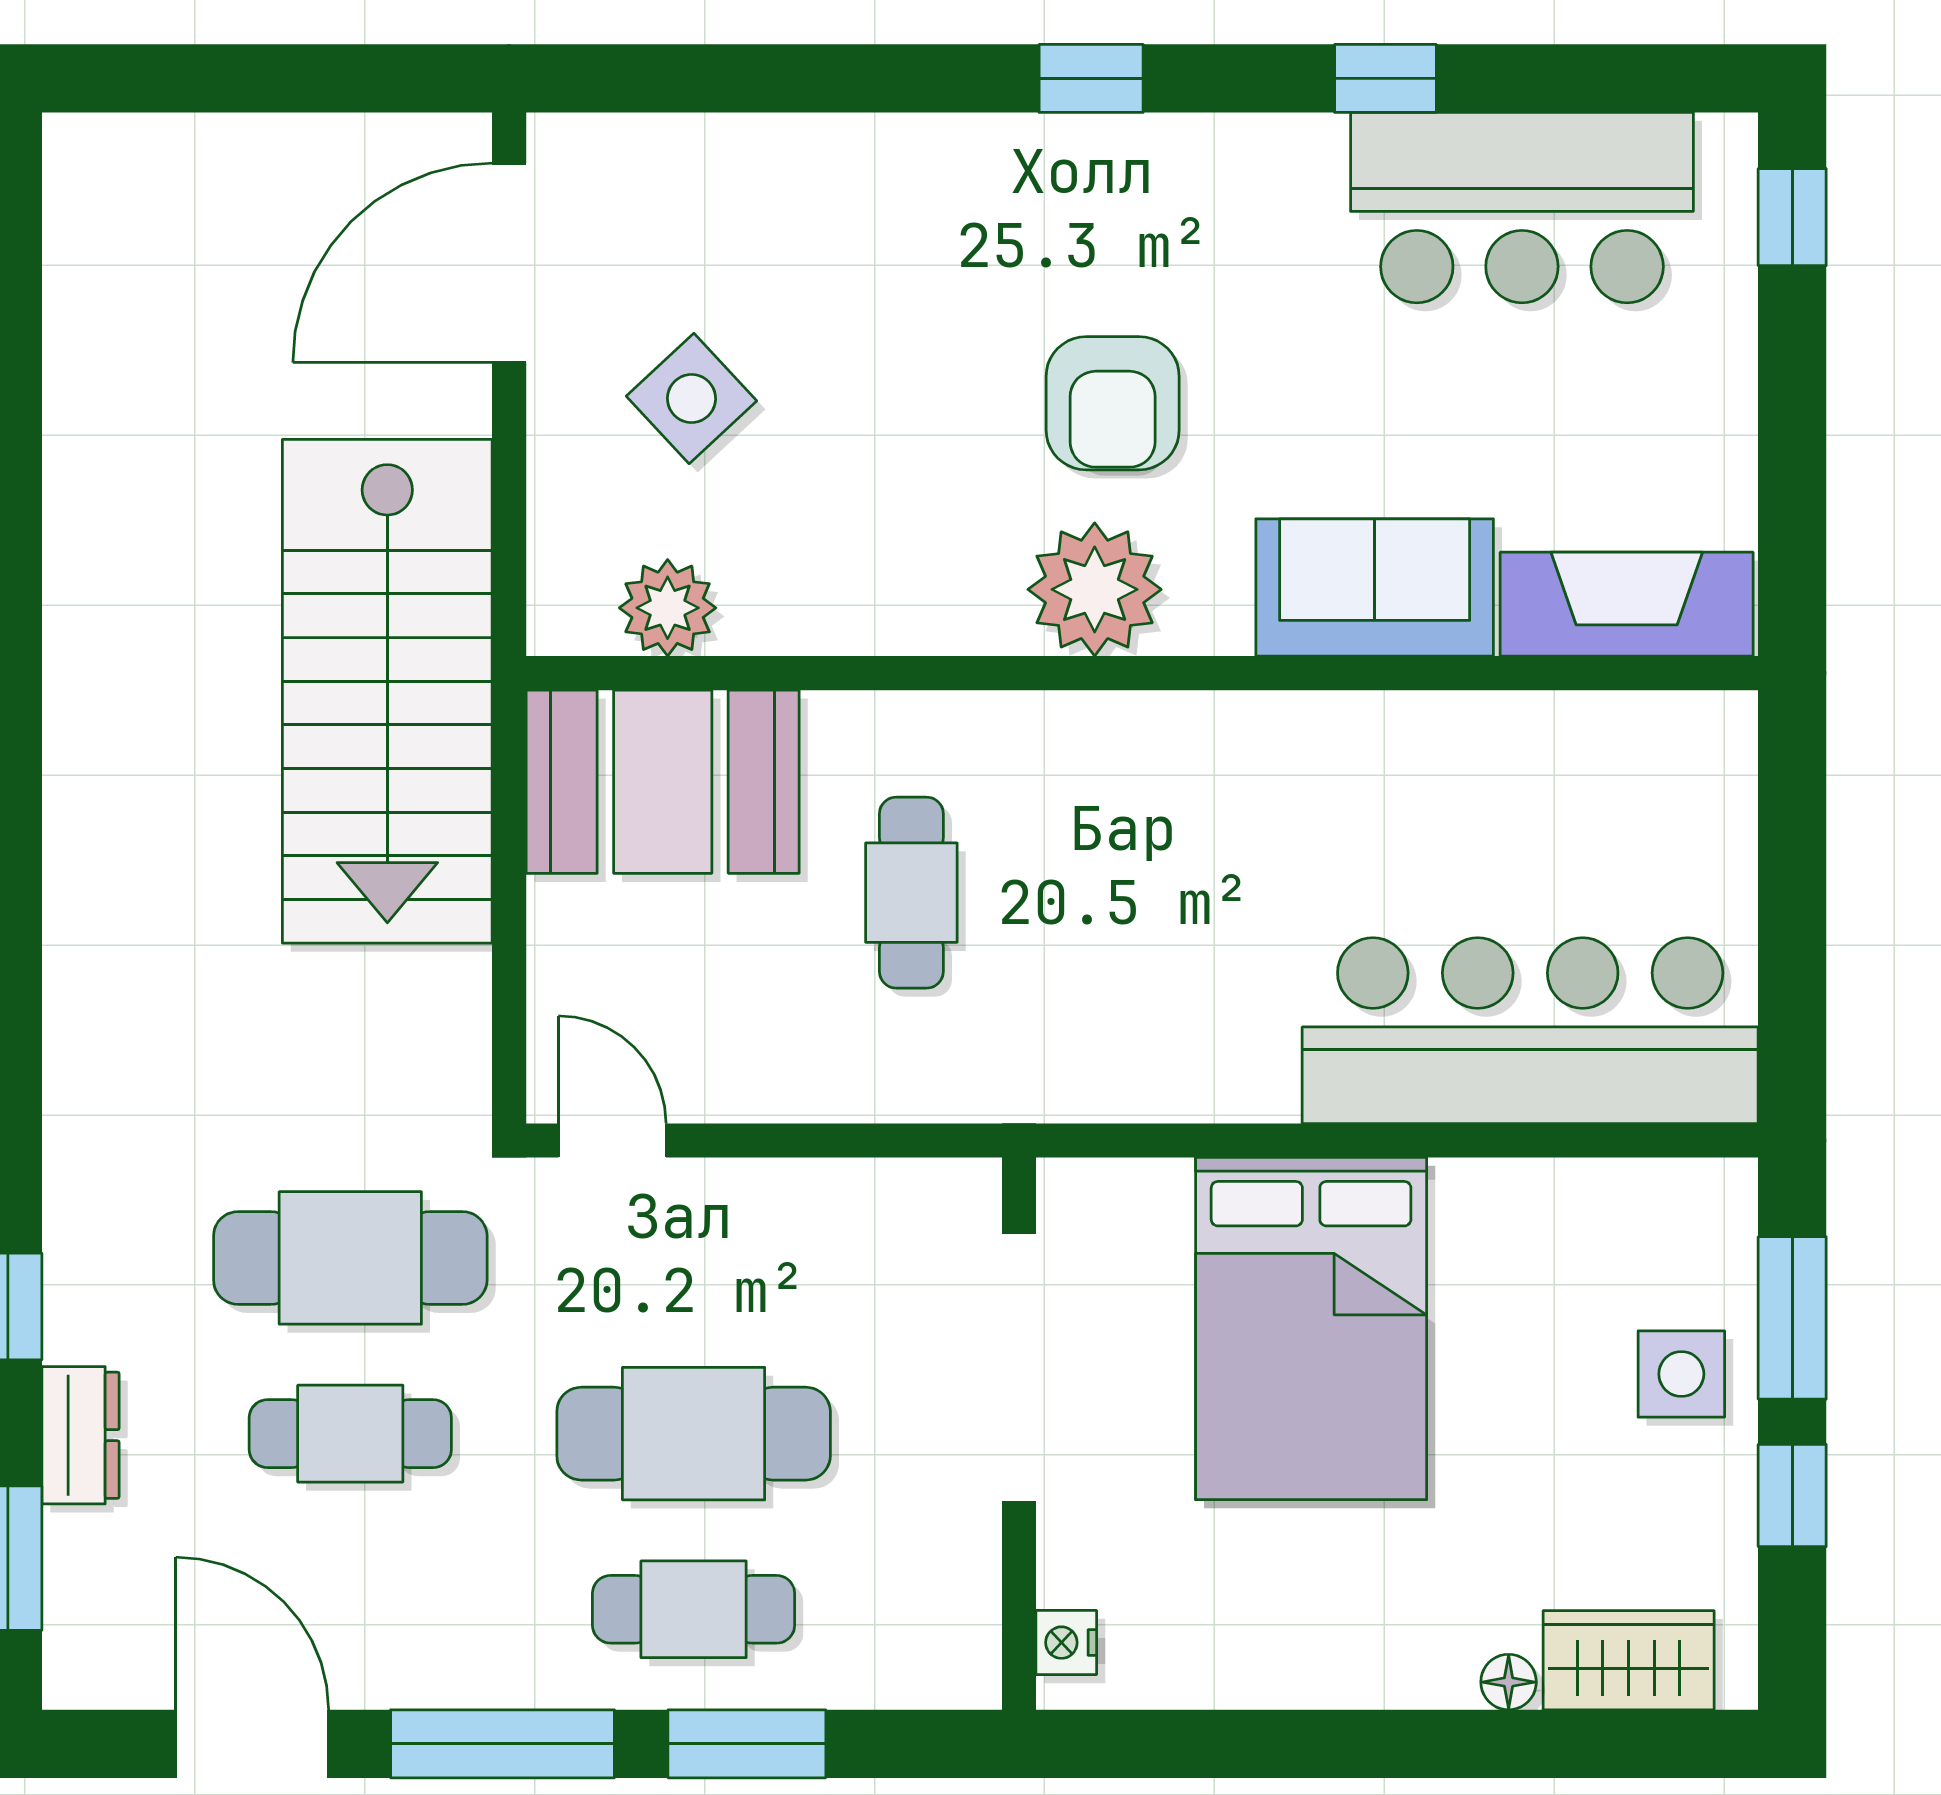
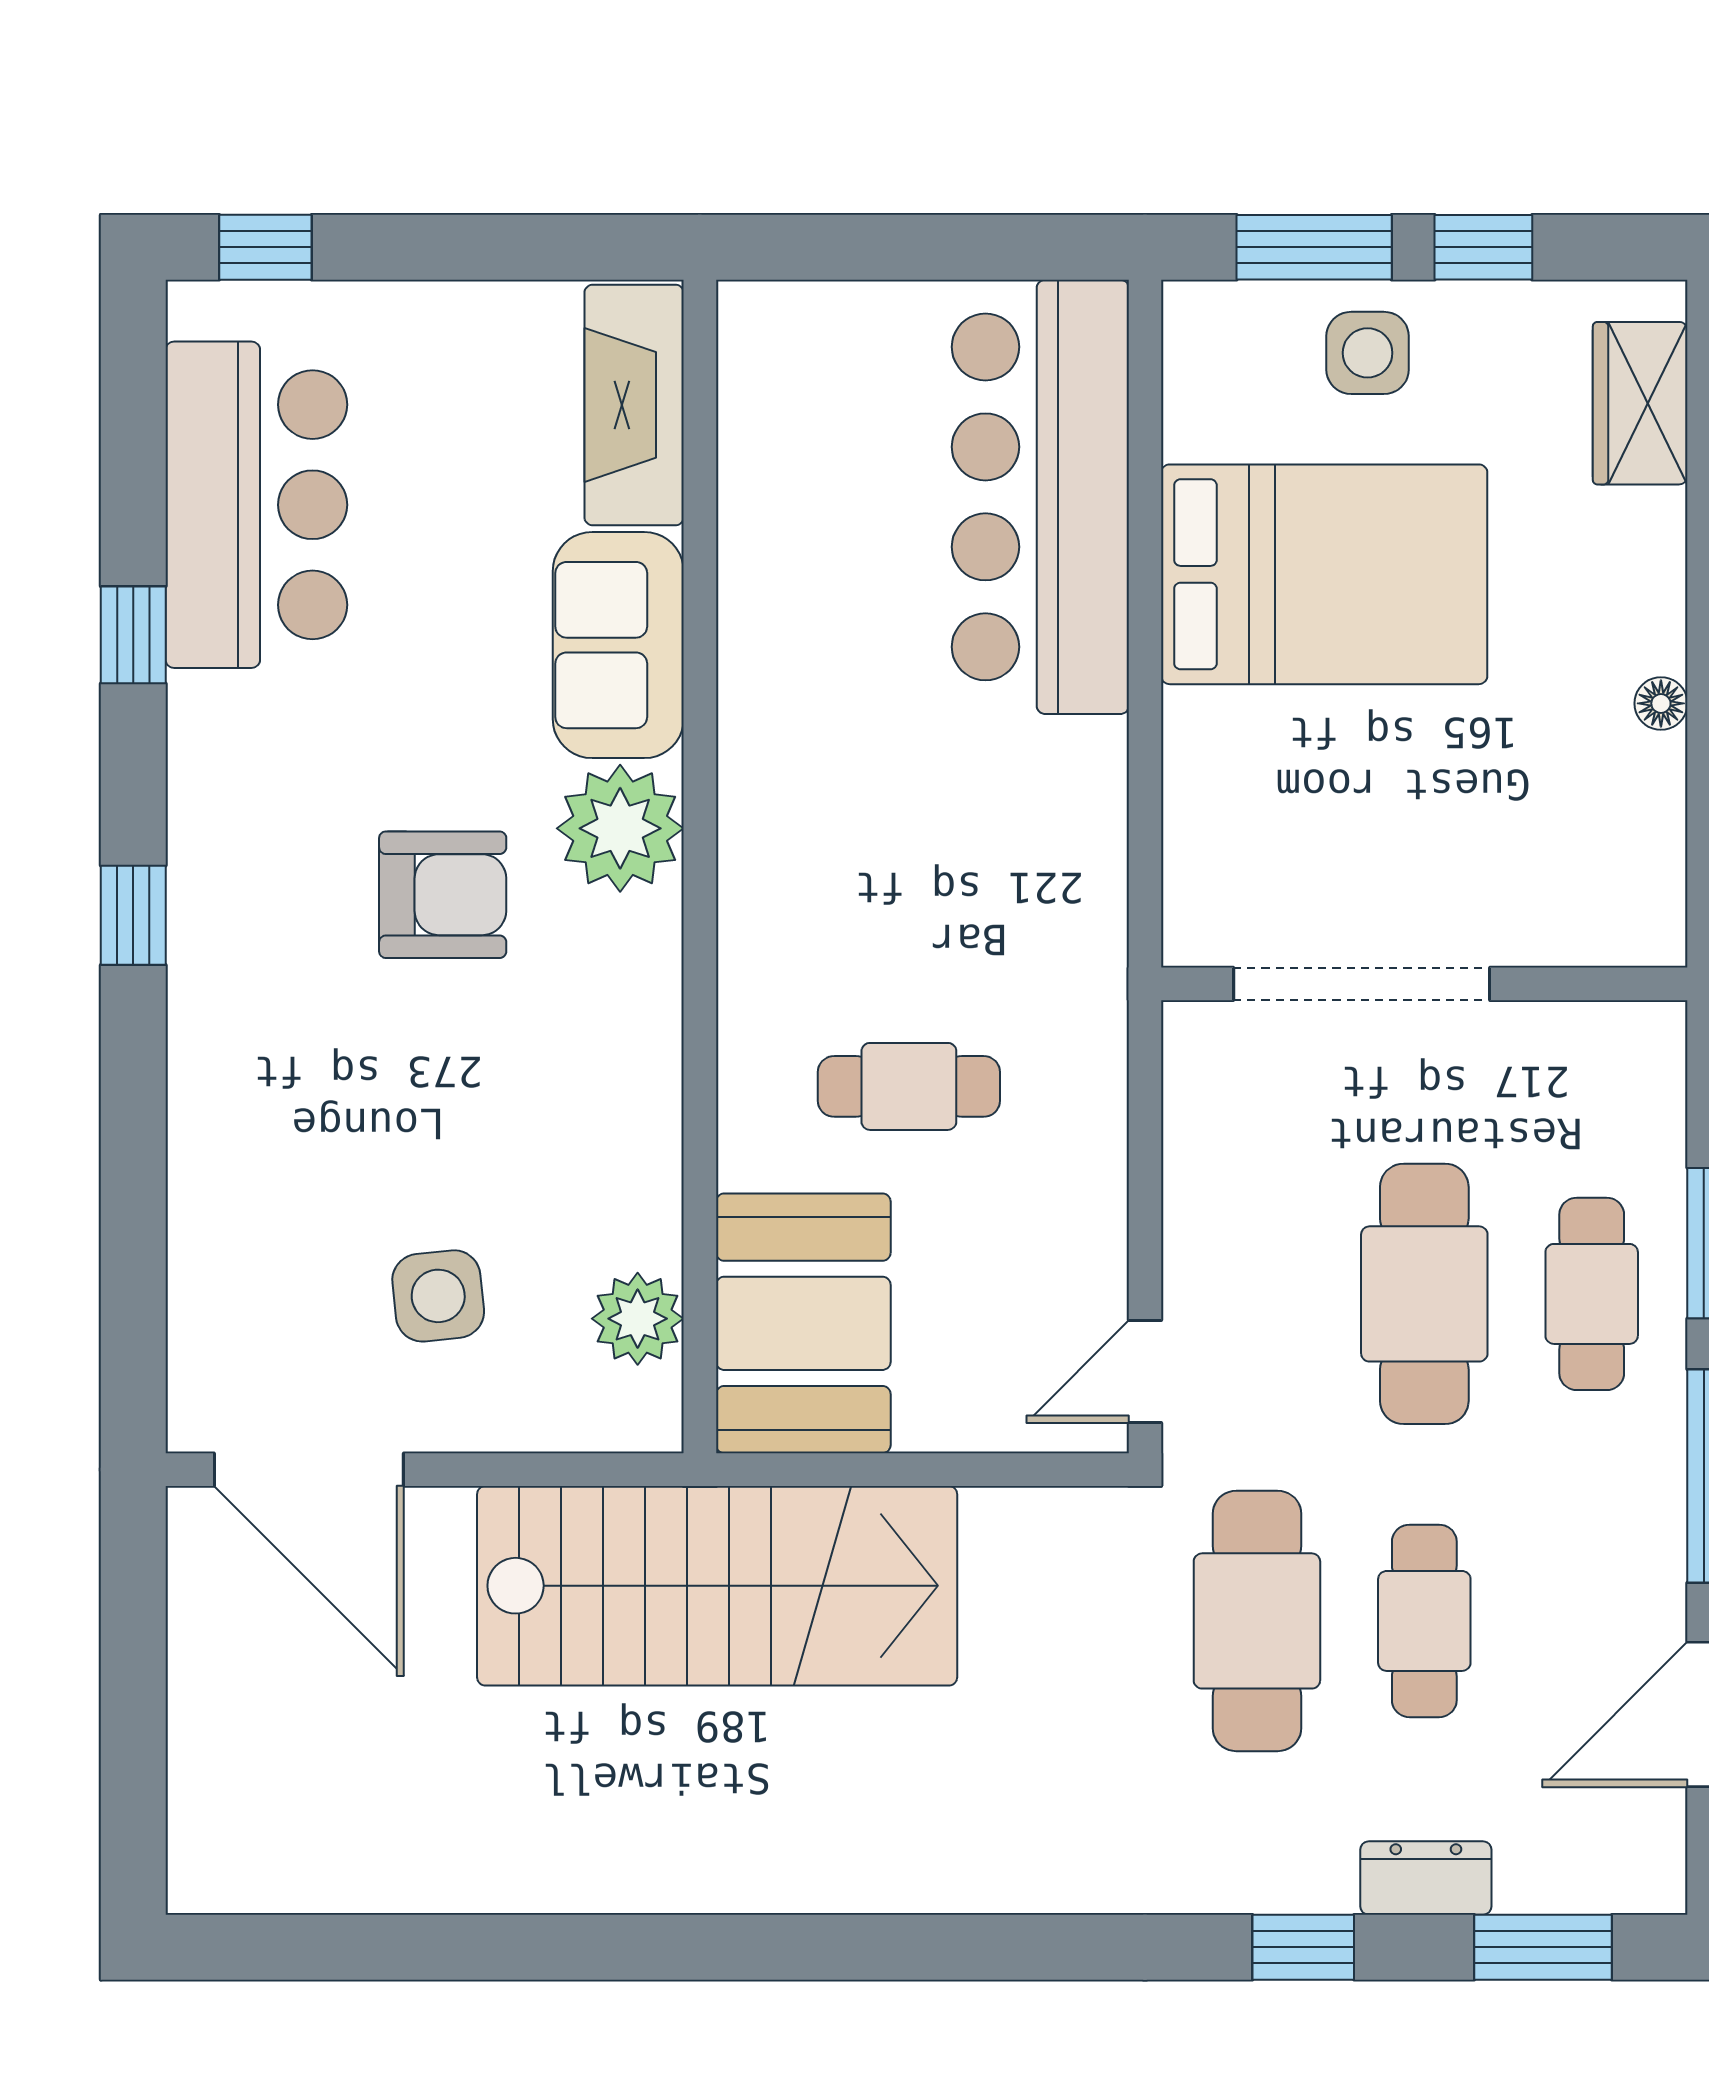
side table: (691, 398) -> (438, 1296), turned 37
plant: (1095, 589) -> (620, 828), moved
bed: (1311, 1329) -> (1324, 574), moved
nightstand: (1066, 1643) -> (1623, 939), removed
floor lamp: (1509, 1682) -> (1661, 703), moved

